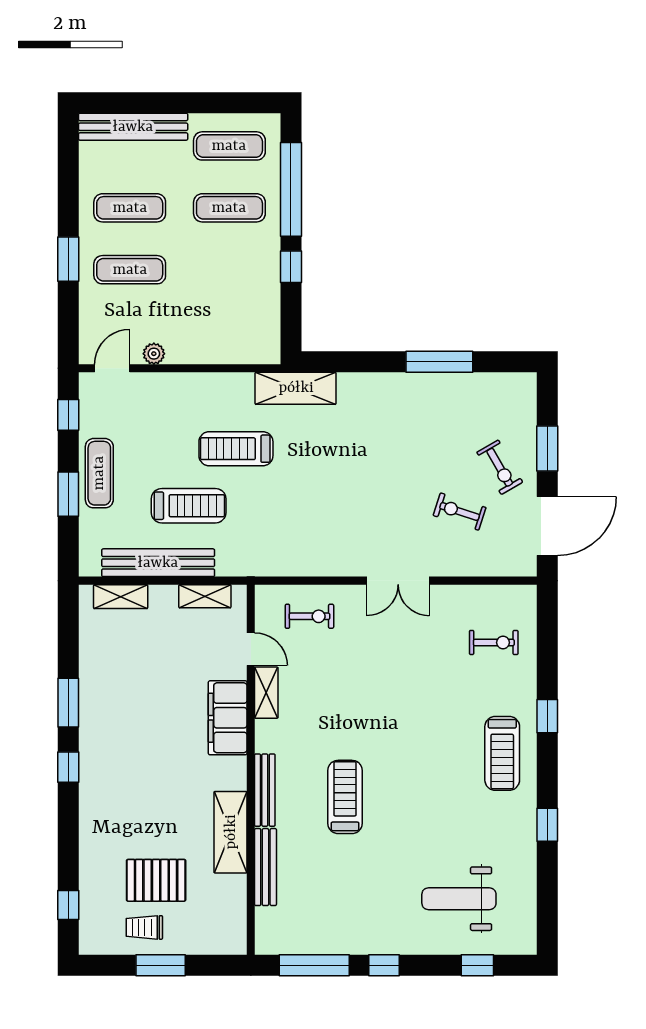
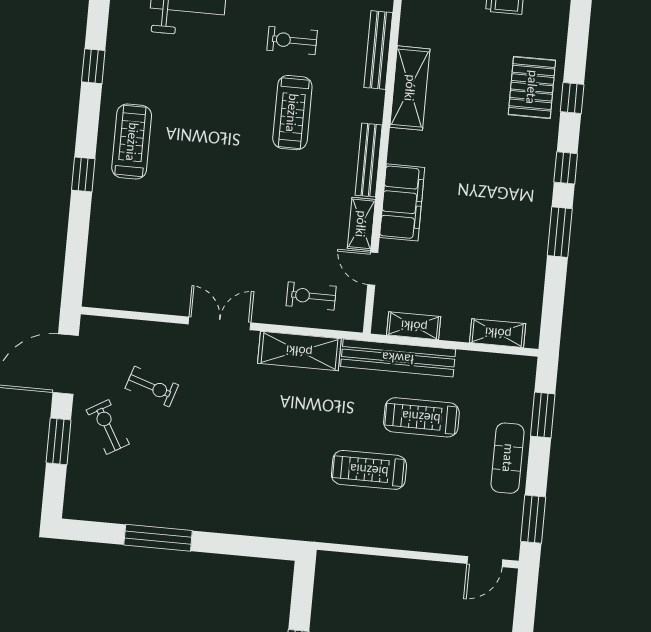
plant: (154, 354) -> (442, 572), removed
shelving: (296, 388) -> (299, 351), moved
window: (68, 415) -> (533, 519), width x1.50
treadmill: (236, 449) -> (369, 470), turned 180
window: (68, 494) -> (543, 415), moved
bench: (158, 563) -> (398, 358), moved
exercise bike: (494, 642) -> (292, 40), moved
bench: (265, 790) -> (369, 160), moved
pallet: (156, 880) -> (532, 87), moved, turned 90
window: (68, 905) -> (572, 98), moved

